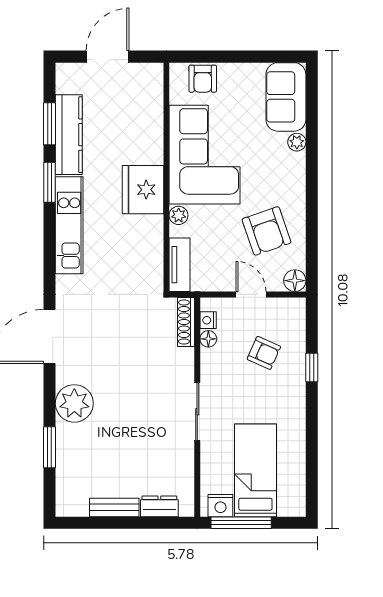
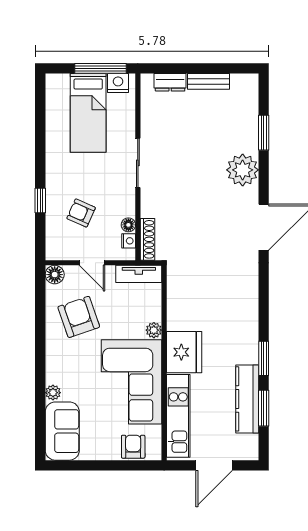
kitchen unit: (69, 225) -> (178, 416), moved, turned 180
tv unit: (180, 265) -> (139, 274), moved, turned -90

